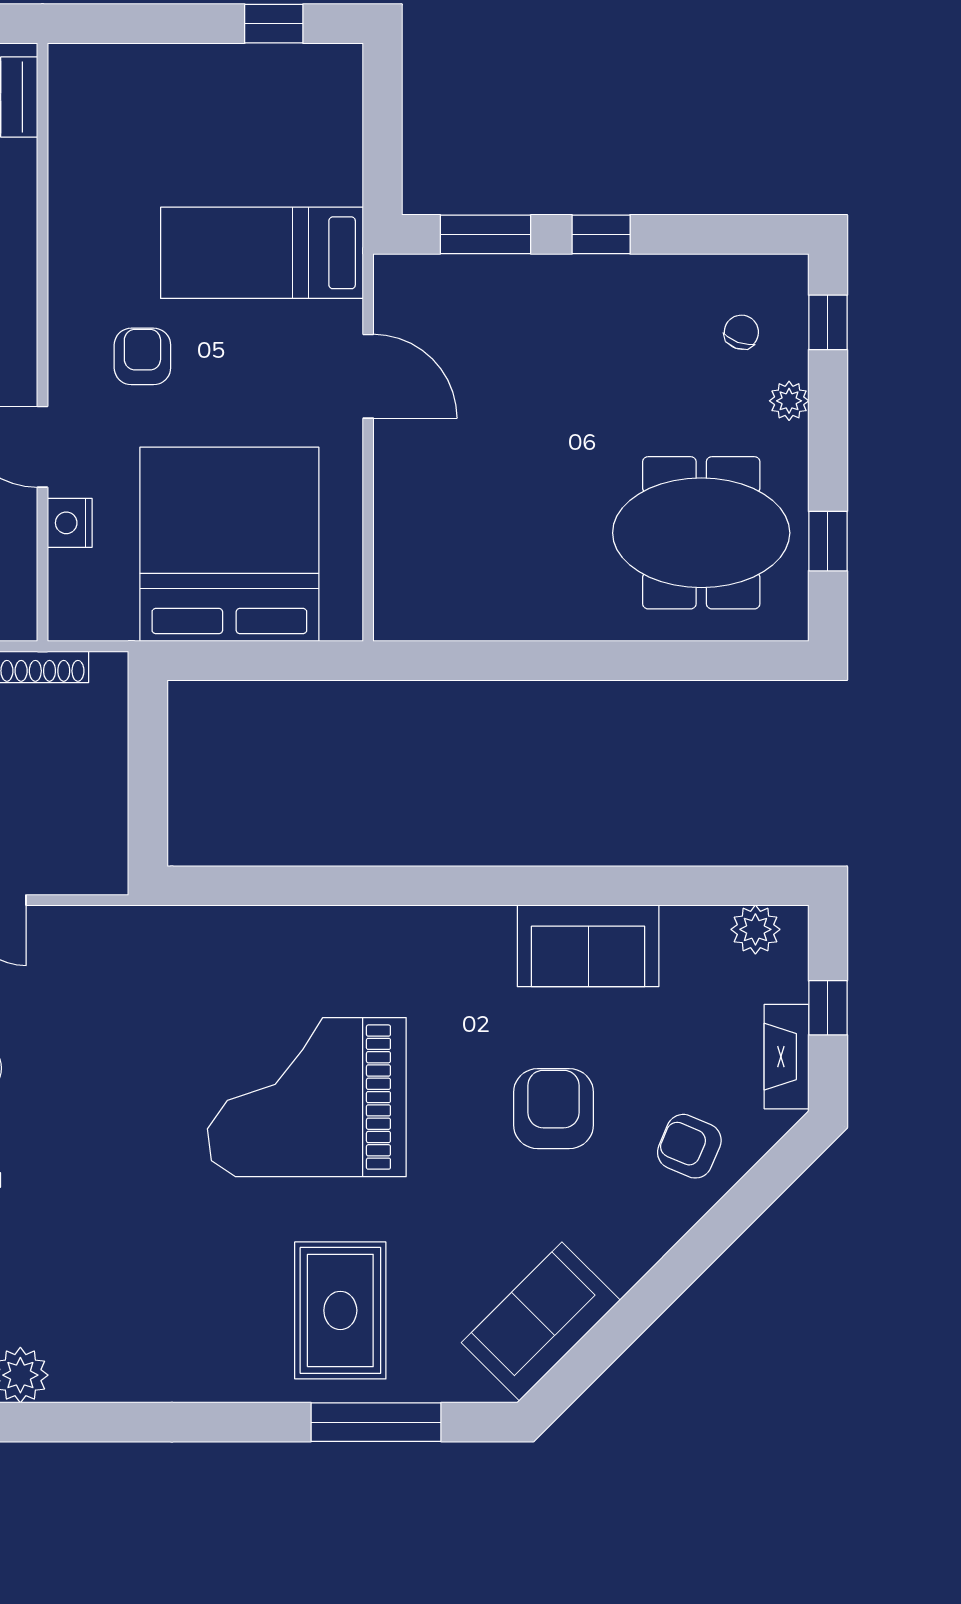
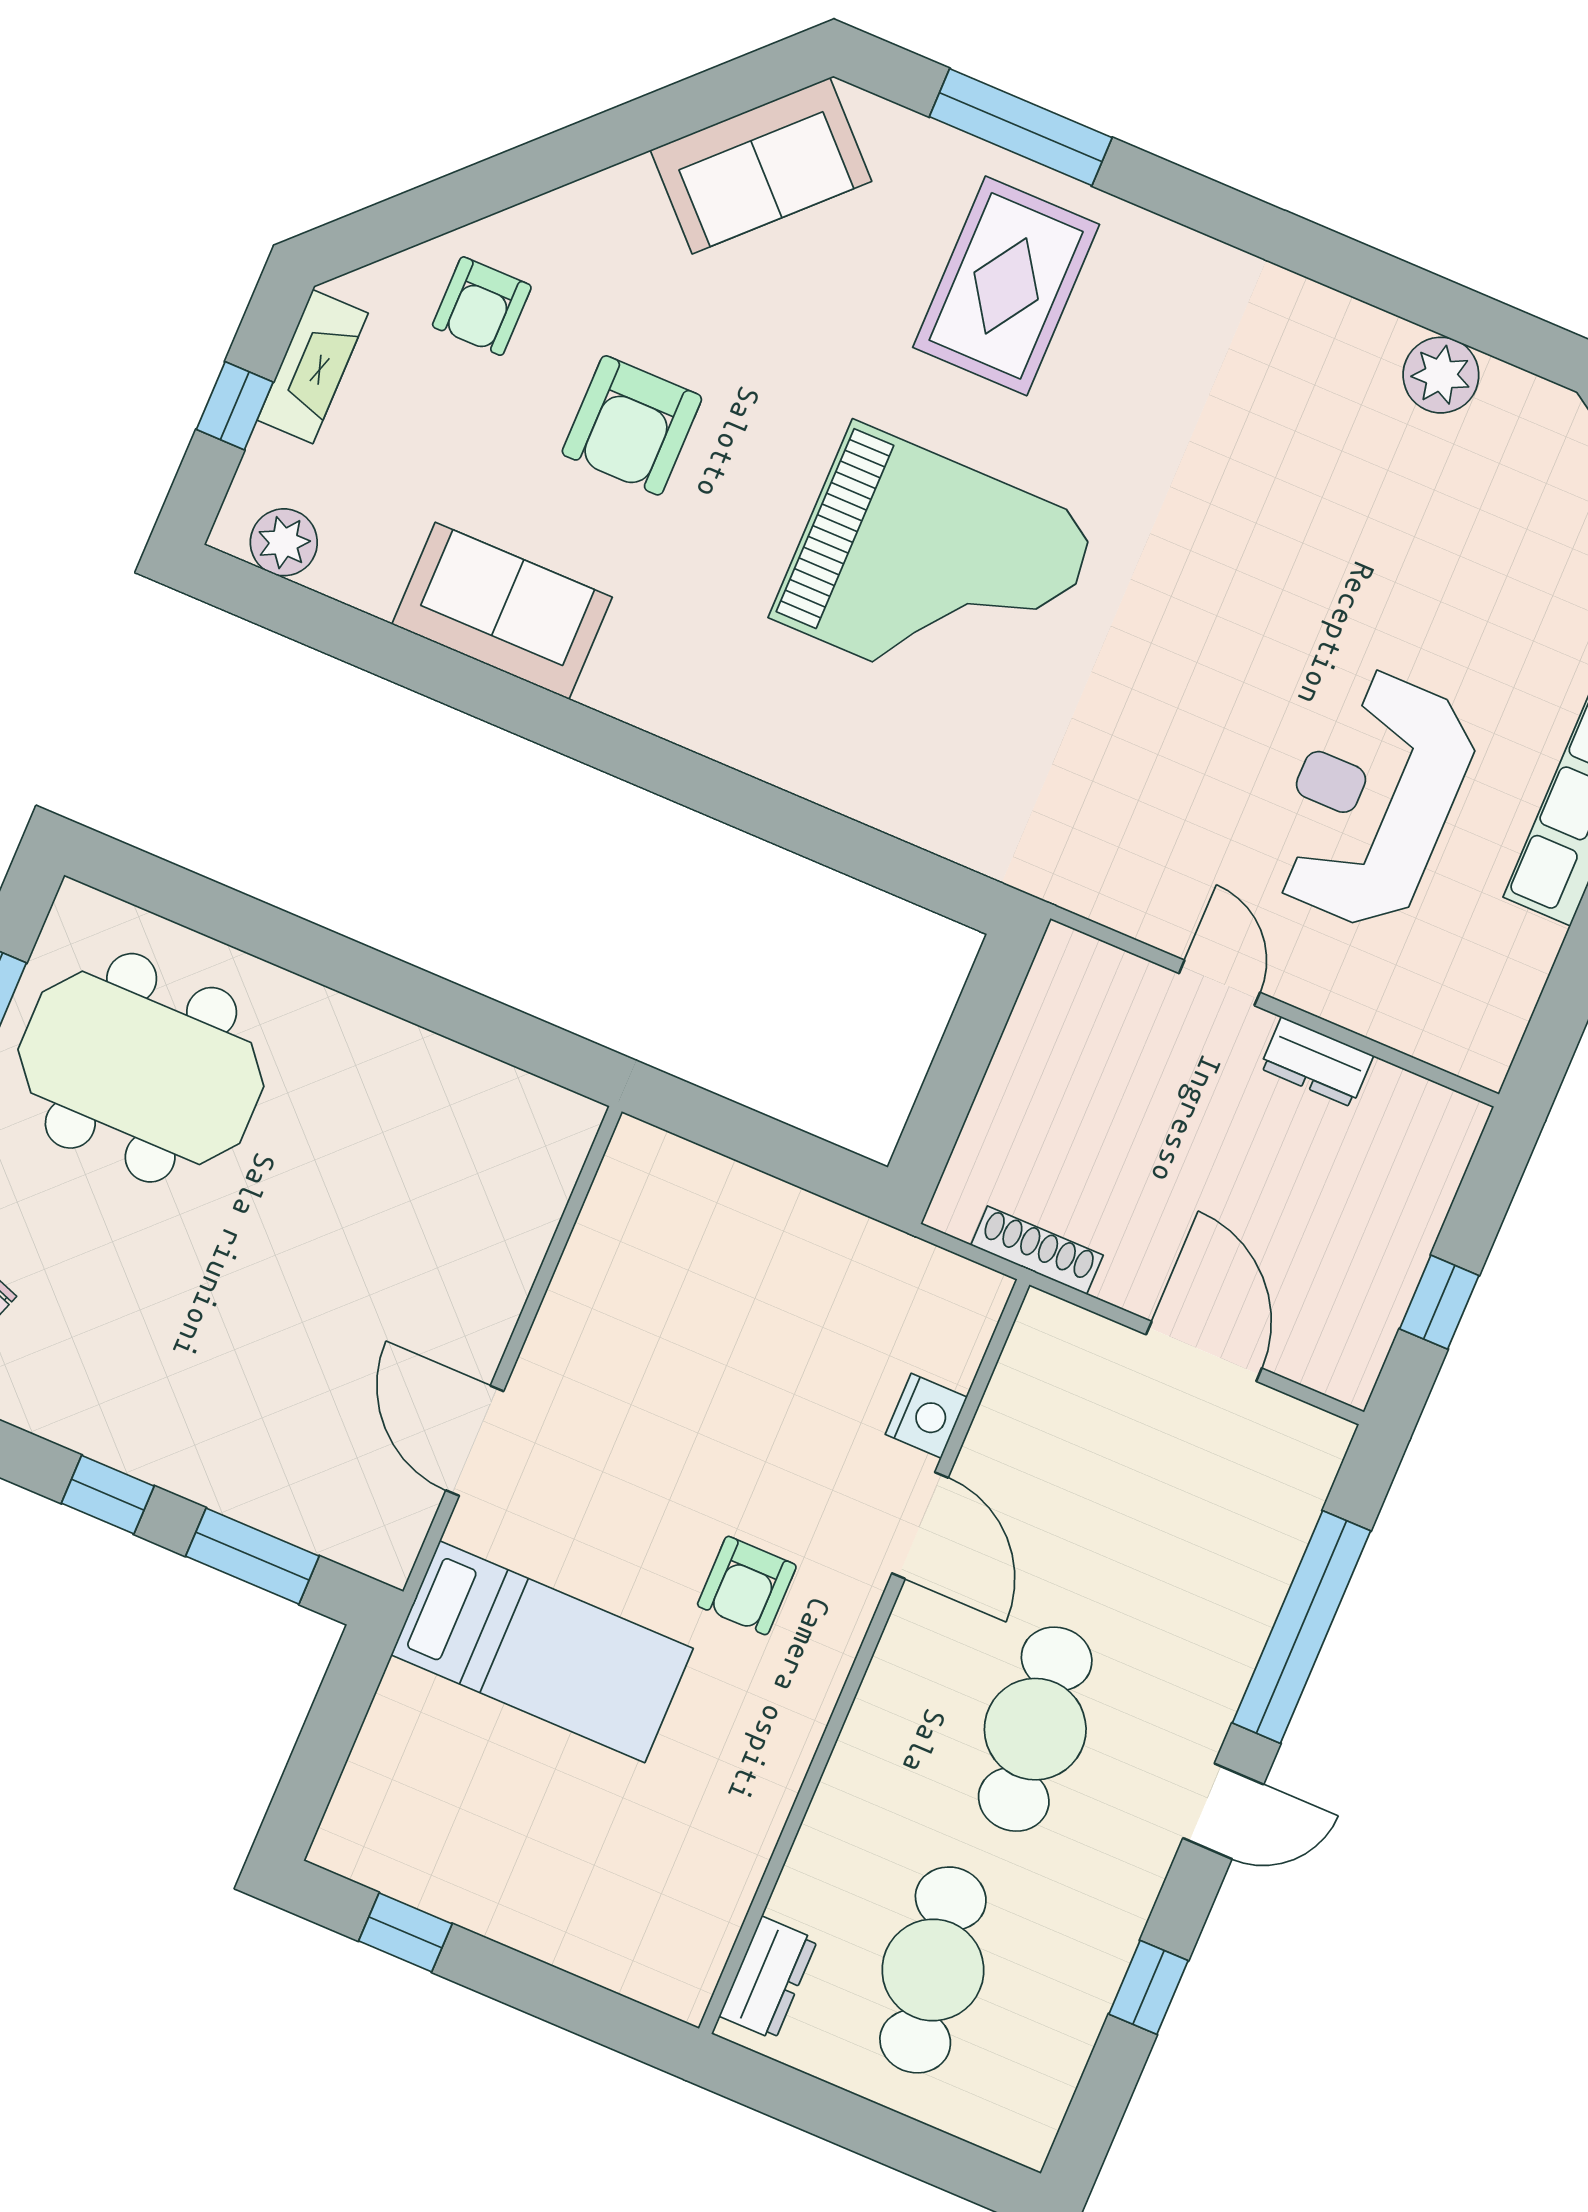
bed: (229, 544) -> (738, 1304), removed
armchair: (689, 1146) -> (482, 306), turned 67

